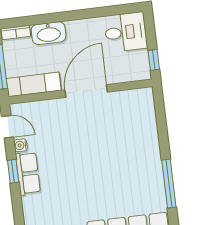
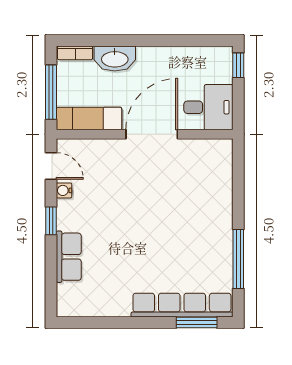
desk: (126, 32) -> (208, 107), moved
window: (154, 60) -> (238, 65), moved
row of seats: (28, 173) -> (69, 257), moved

